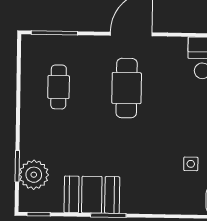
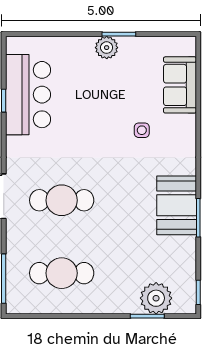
cafe table: (59, 87) -> (62, 273), width x1.37, depth x1.35
booth: (92, 195) -> (177, 205), moved

